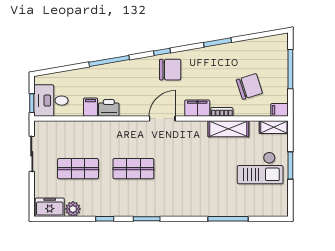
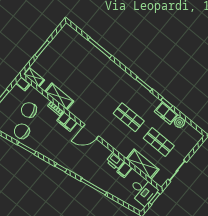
chair: (170, 70) -> (22, 131), moved
shelving: (76, 130) -> (143, 164), added
checkout: (260, 168) -> (60, 61), removed
freezer: (50, 207) -> (166, 113), moved

